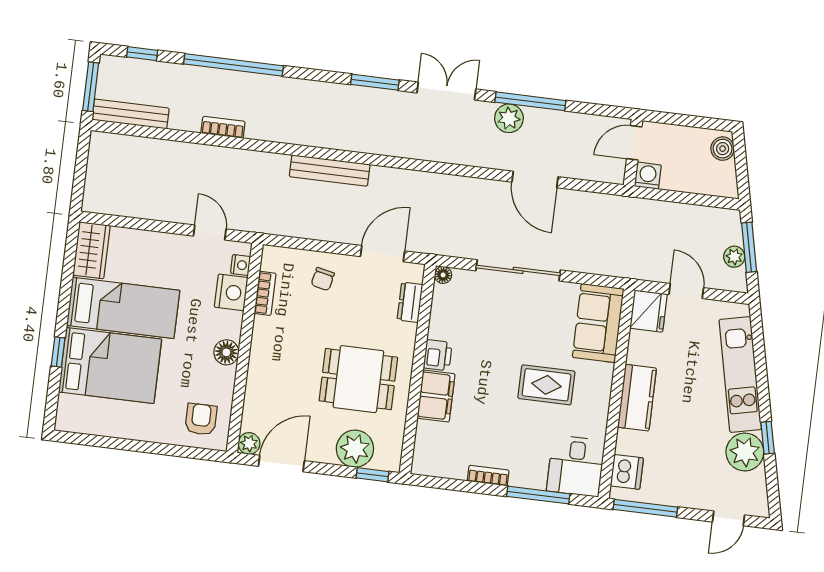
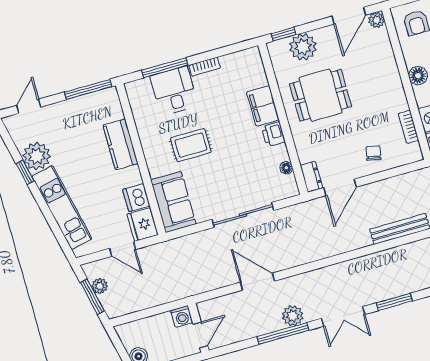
floor lamp: (443, 275) -> (286, 168), moved
dresser: (410, 302) -> (312, 177), moved
kitchen counter: (637, 398) -> (120, 144), moved
desk: (576, 466) -> (174, 91), moved
dishwasher: (627, 472) -> (136, 198), moved

